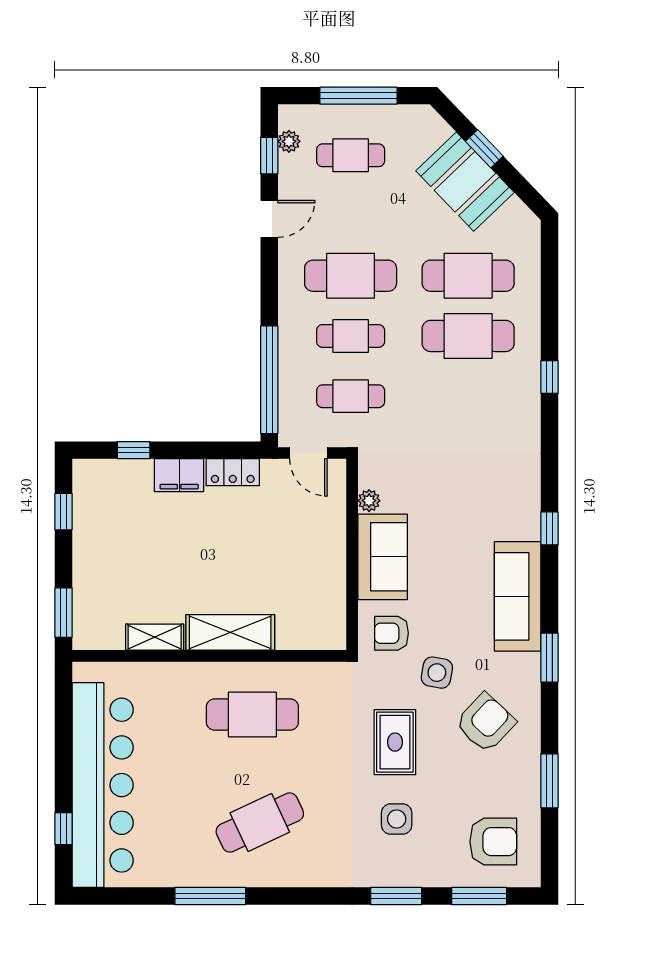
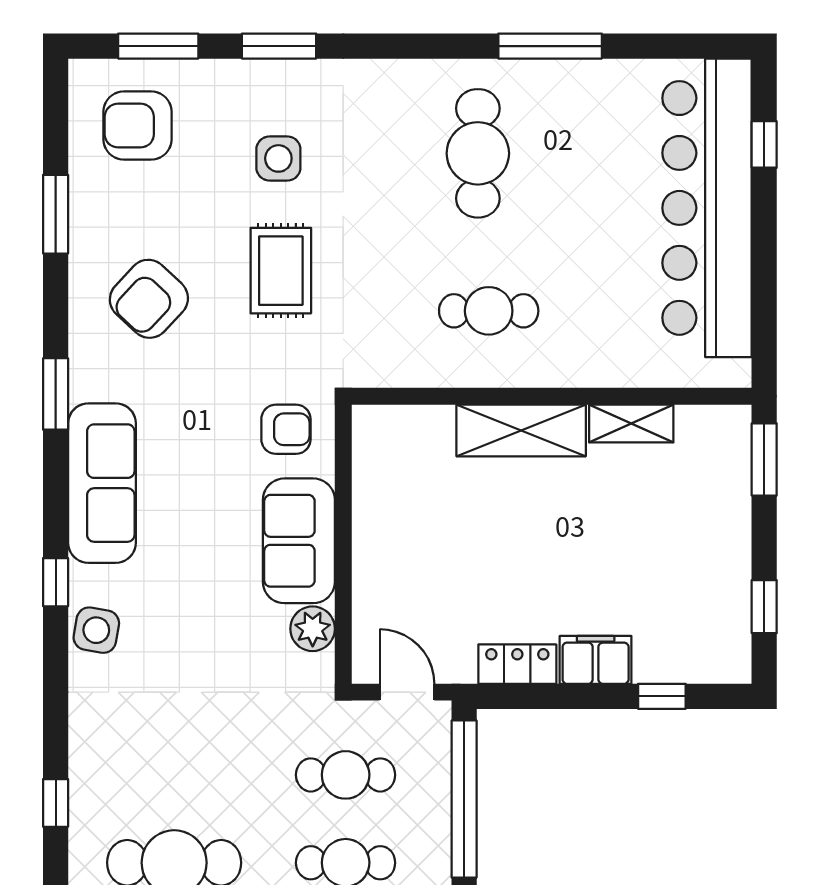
plant: (369, 501) -> (313, 629), width x1.38, depth x1.38
side table: (437, 673) -> (96, 630), moved
cafe table: (252, 715) -> (489, 311), width x0.73, depth x0.74
cafe table: (260, 822) -> (478, 153), turned -65

